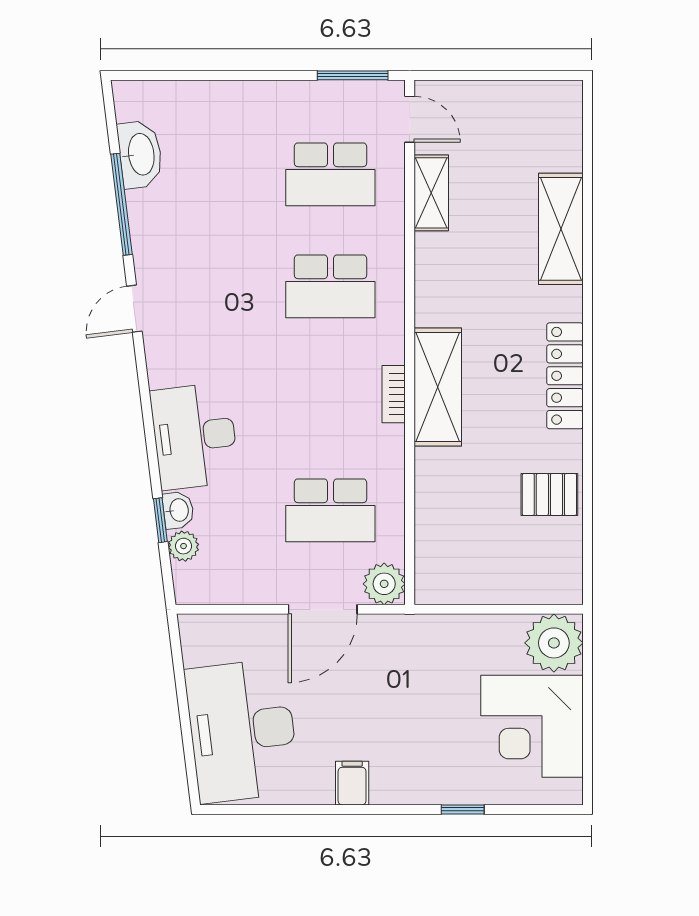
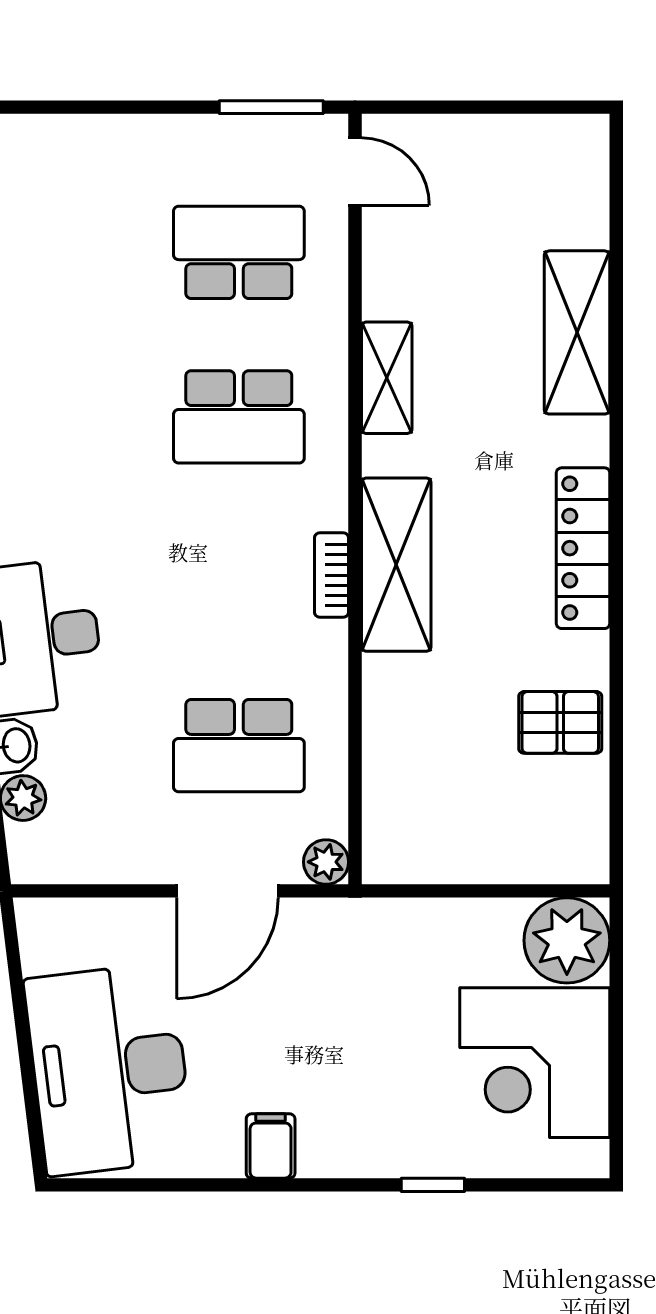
school desk: (330, 174) -> (239, 252), turned 180
shelving: (431, 193) -> (387, 378), moved
plant: (384, 584) -> (326, 862), width x0.73, depth x0.73

